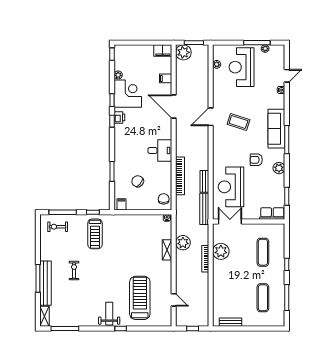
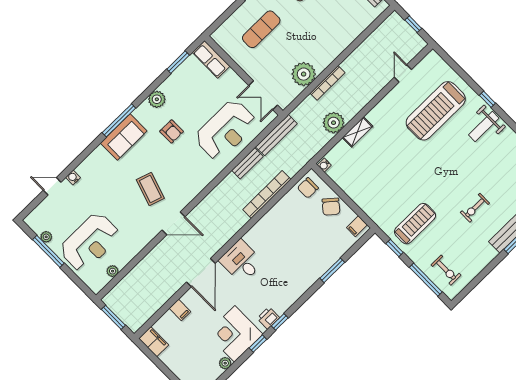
plant: (183, 52) -> (134, 318), removed
sofa: (276, 129) -> (124, 137), width x0.73
desk: (160, 150) -> (241, 261), moved
chair: (138, 181) -> (331, 207), moved

